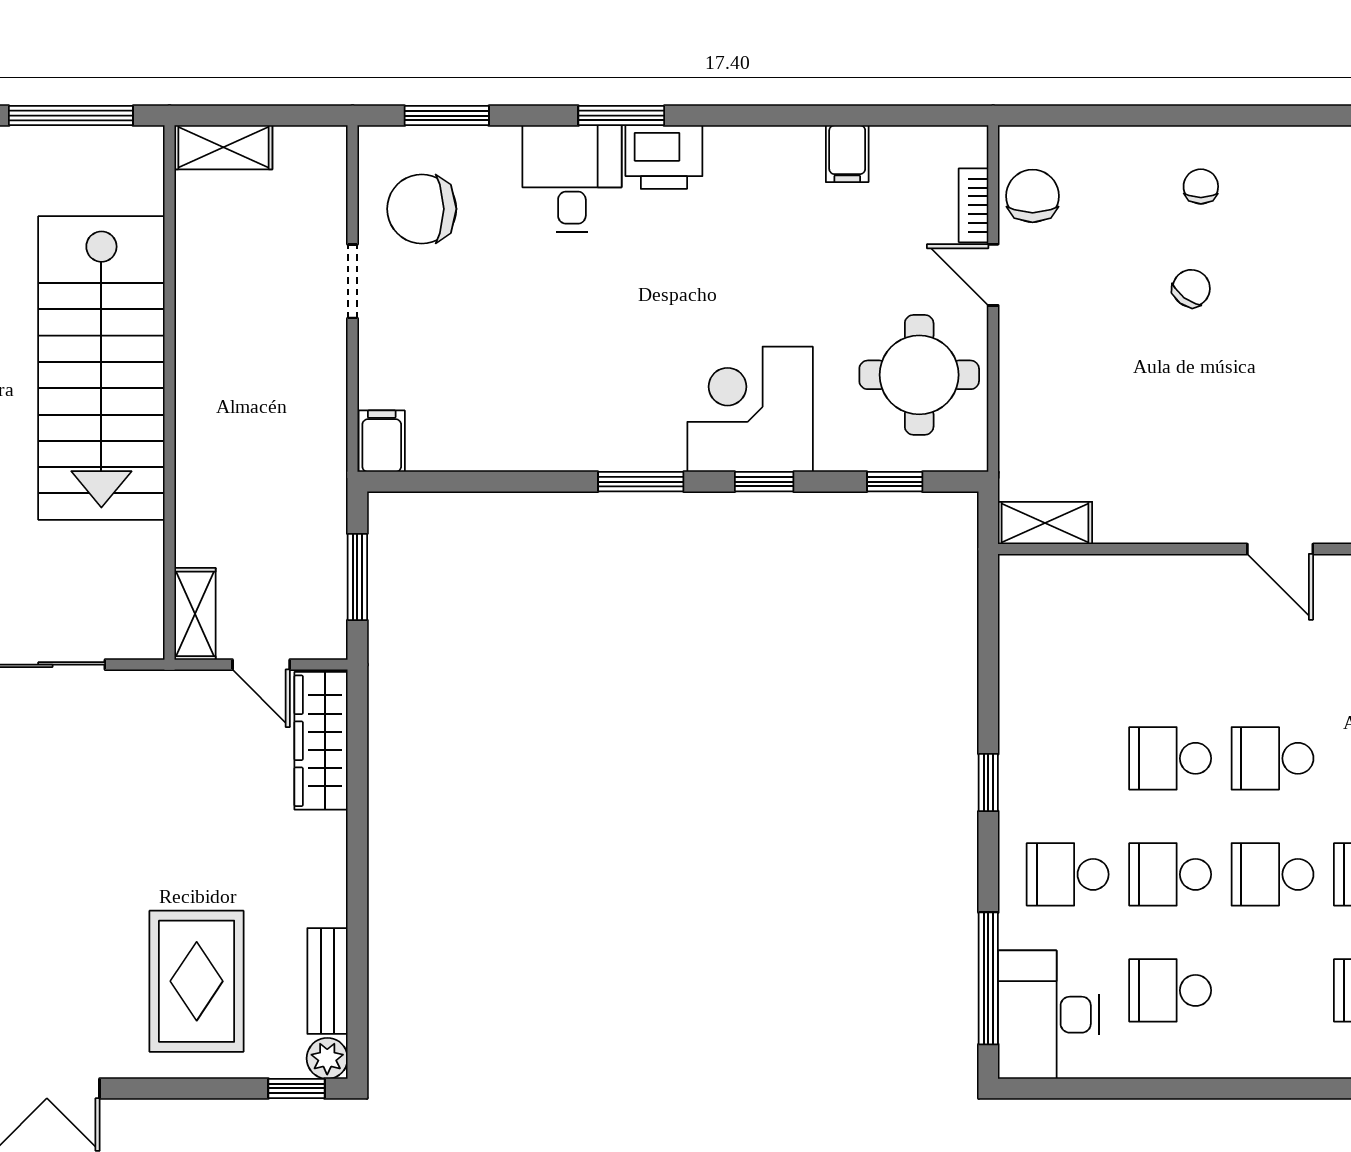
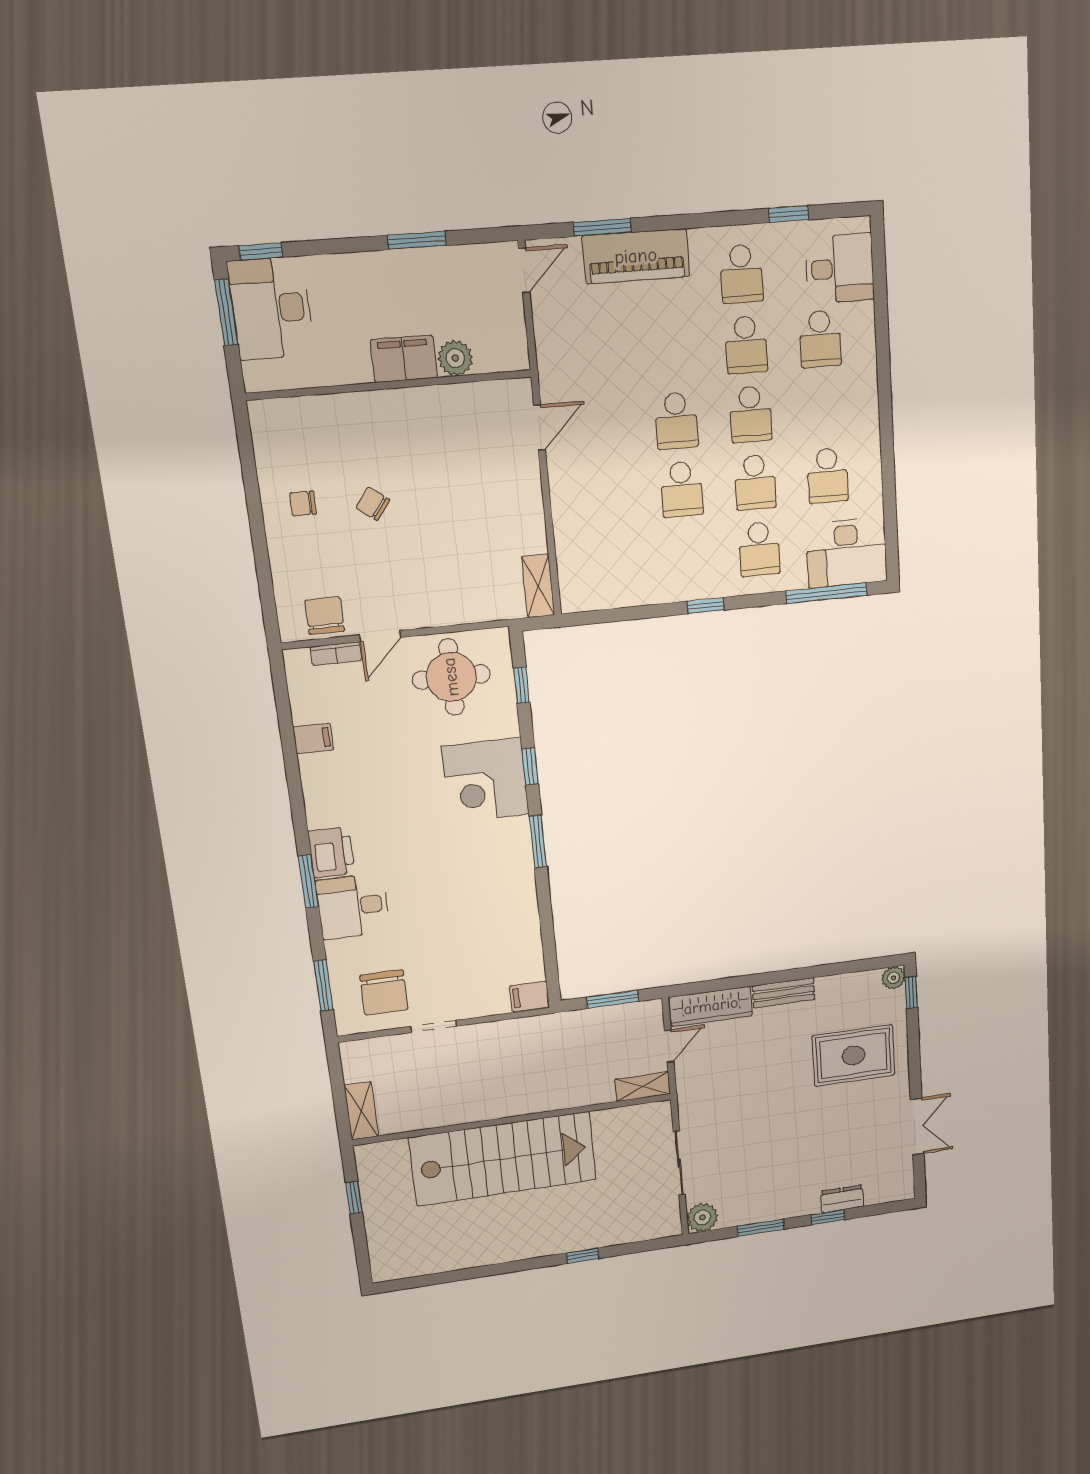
window: (71, 116) -> (354, 1198), width x0.46
chair: (1033, 196) -> (325, 616), turned 90
bench: (328, 981) -> (784, 993), moved

